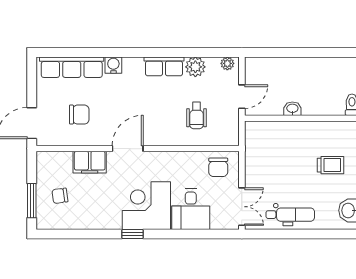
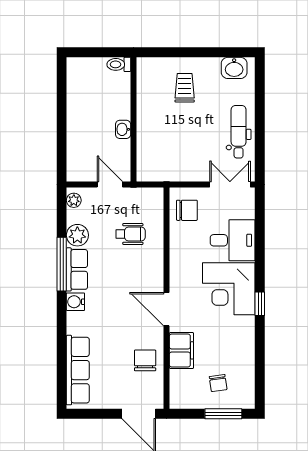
window: (169, 52) -> (62, 264), added
water cooler: (113, 65) -> (75, 302), moved
chair: (79, 115) -> (145, 360), moved

